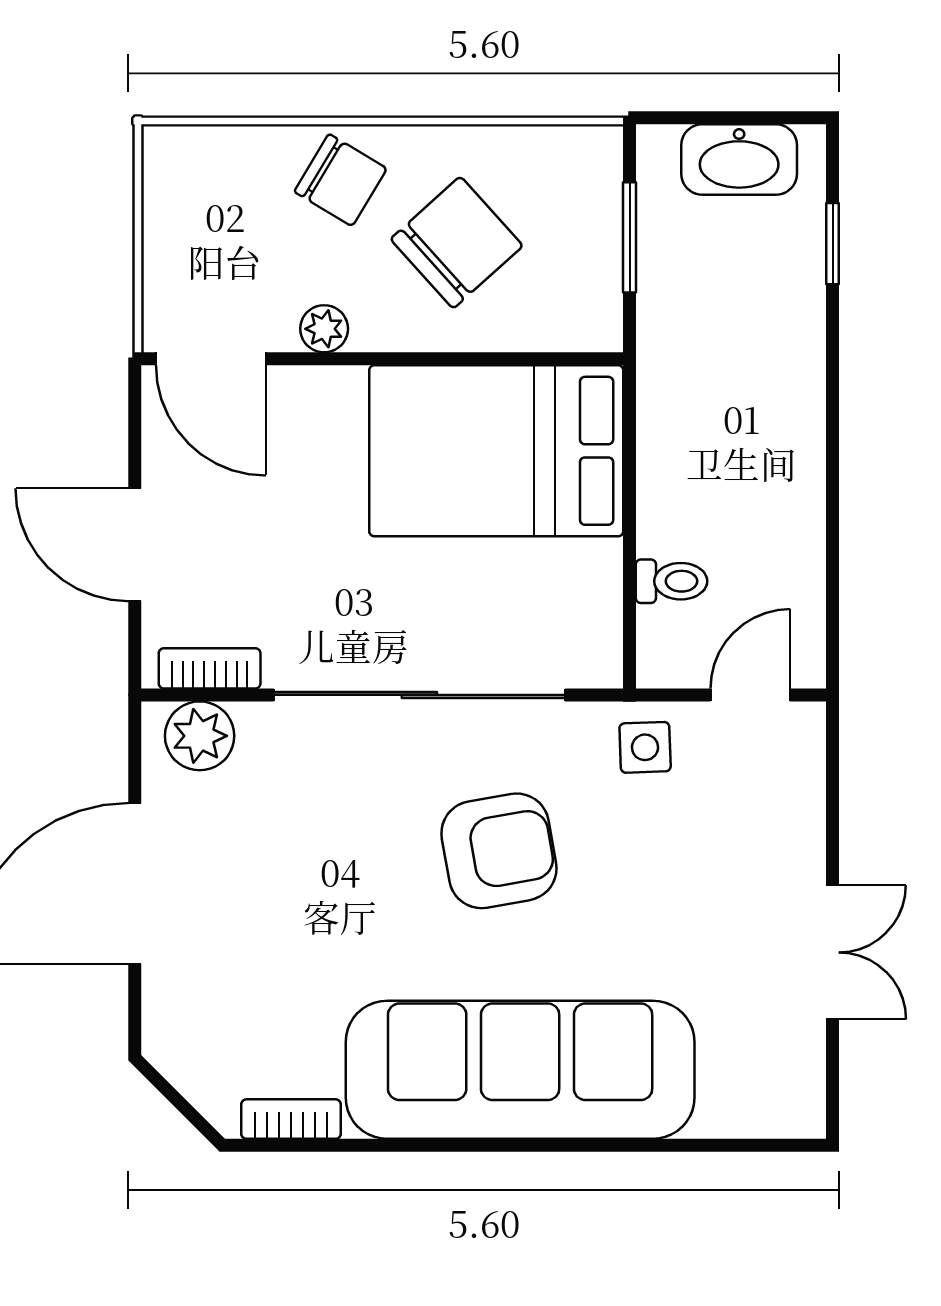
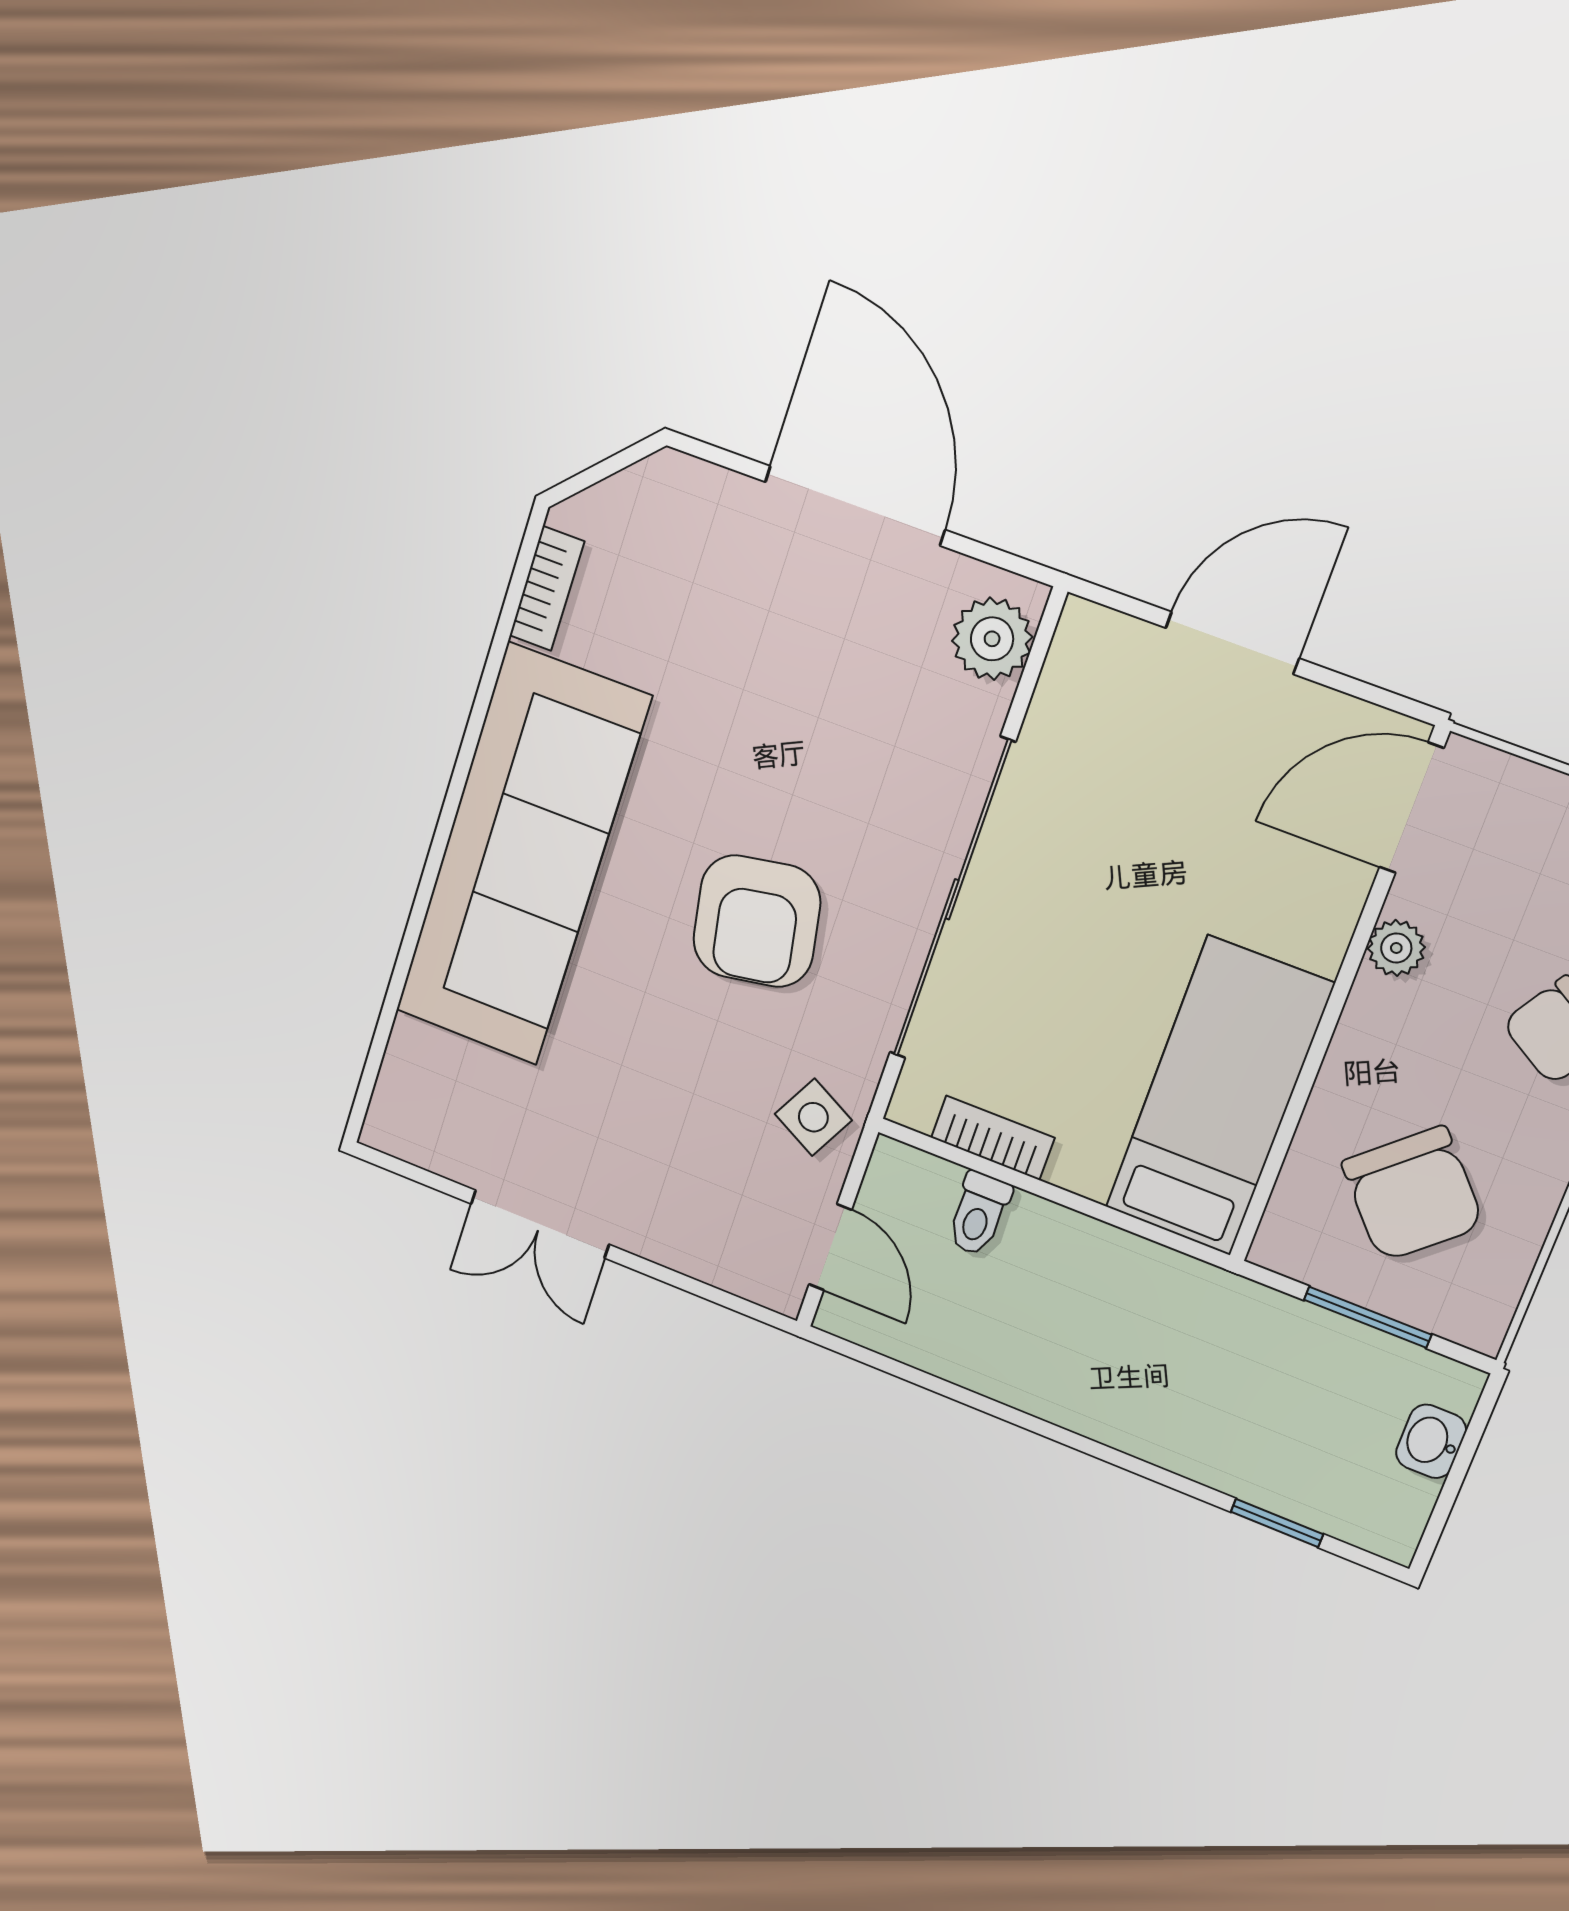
washbasin: (739, 159) -> (1431, 1441), width x0.52, depth x0.69
chair: (457, 242) -> (1413, 1194), moved
bed: (496, 451) -> (1219, 1096), width x0.67
bookcase: (210, 668) -> (993, 1138), moved, turned -90
side table: (645, 747) -> (813, 1117), turned 30

